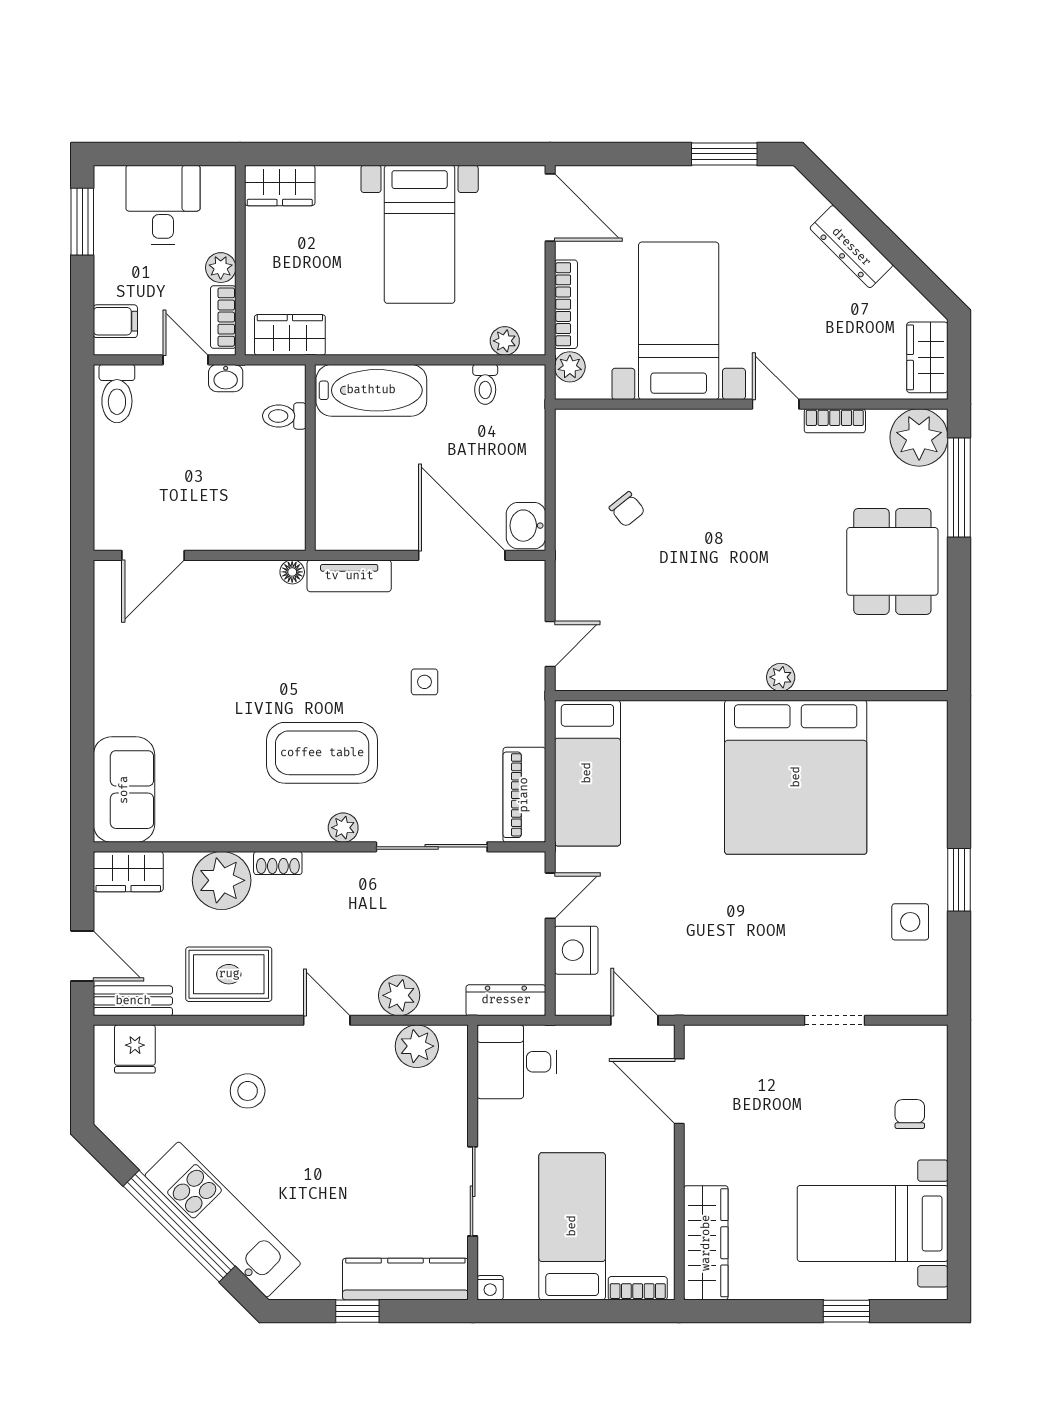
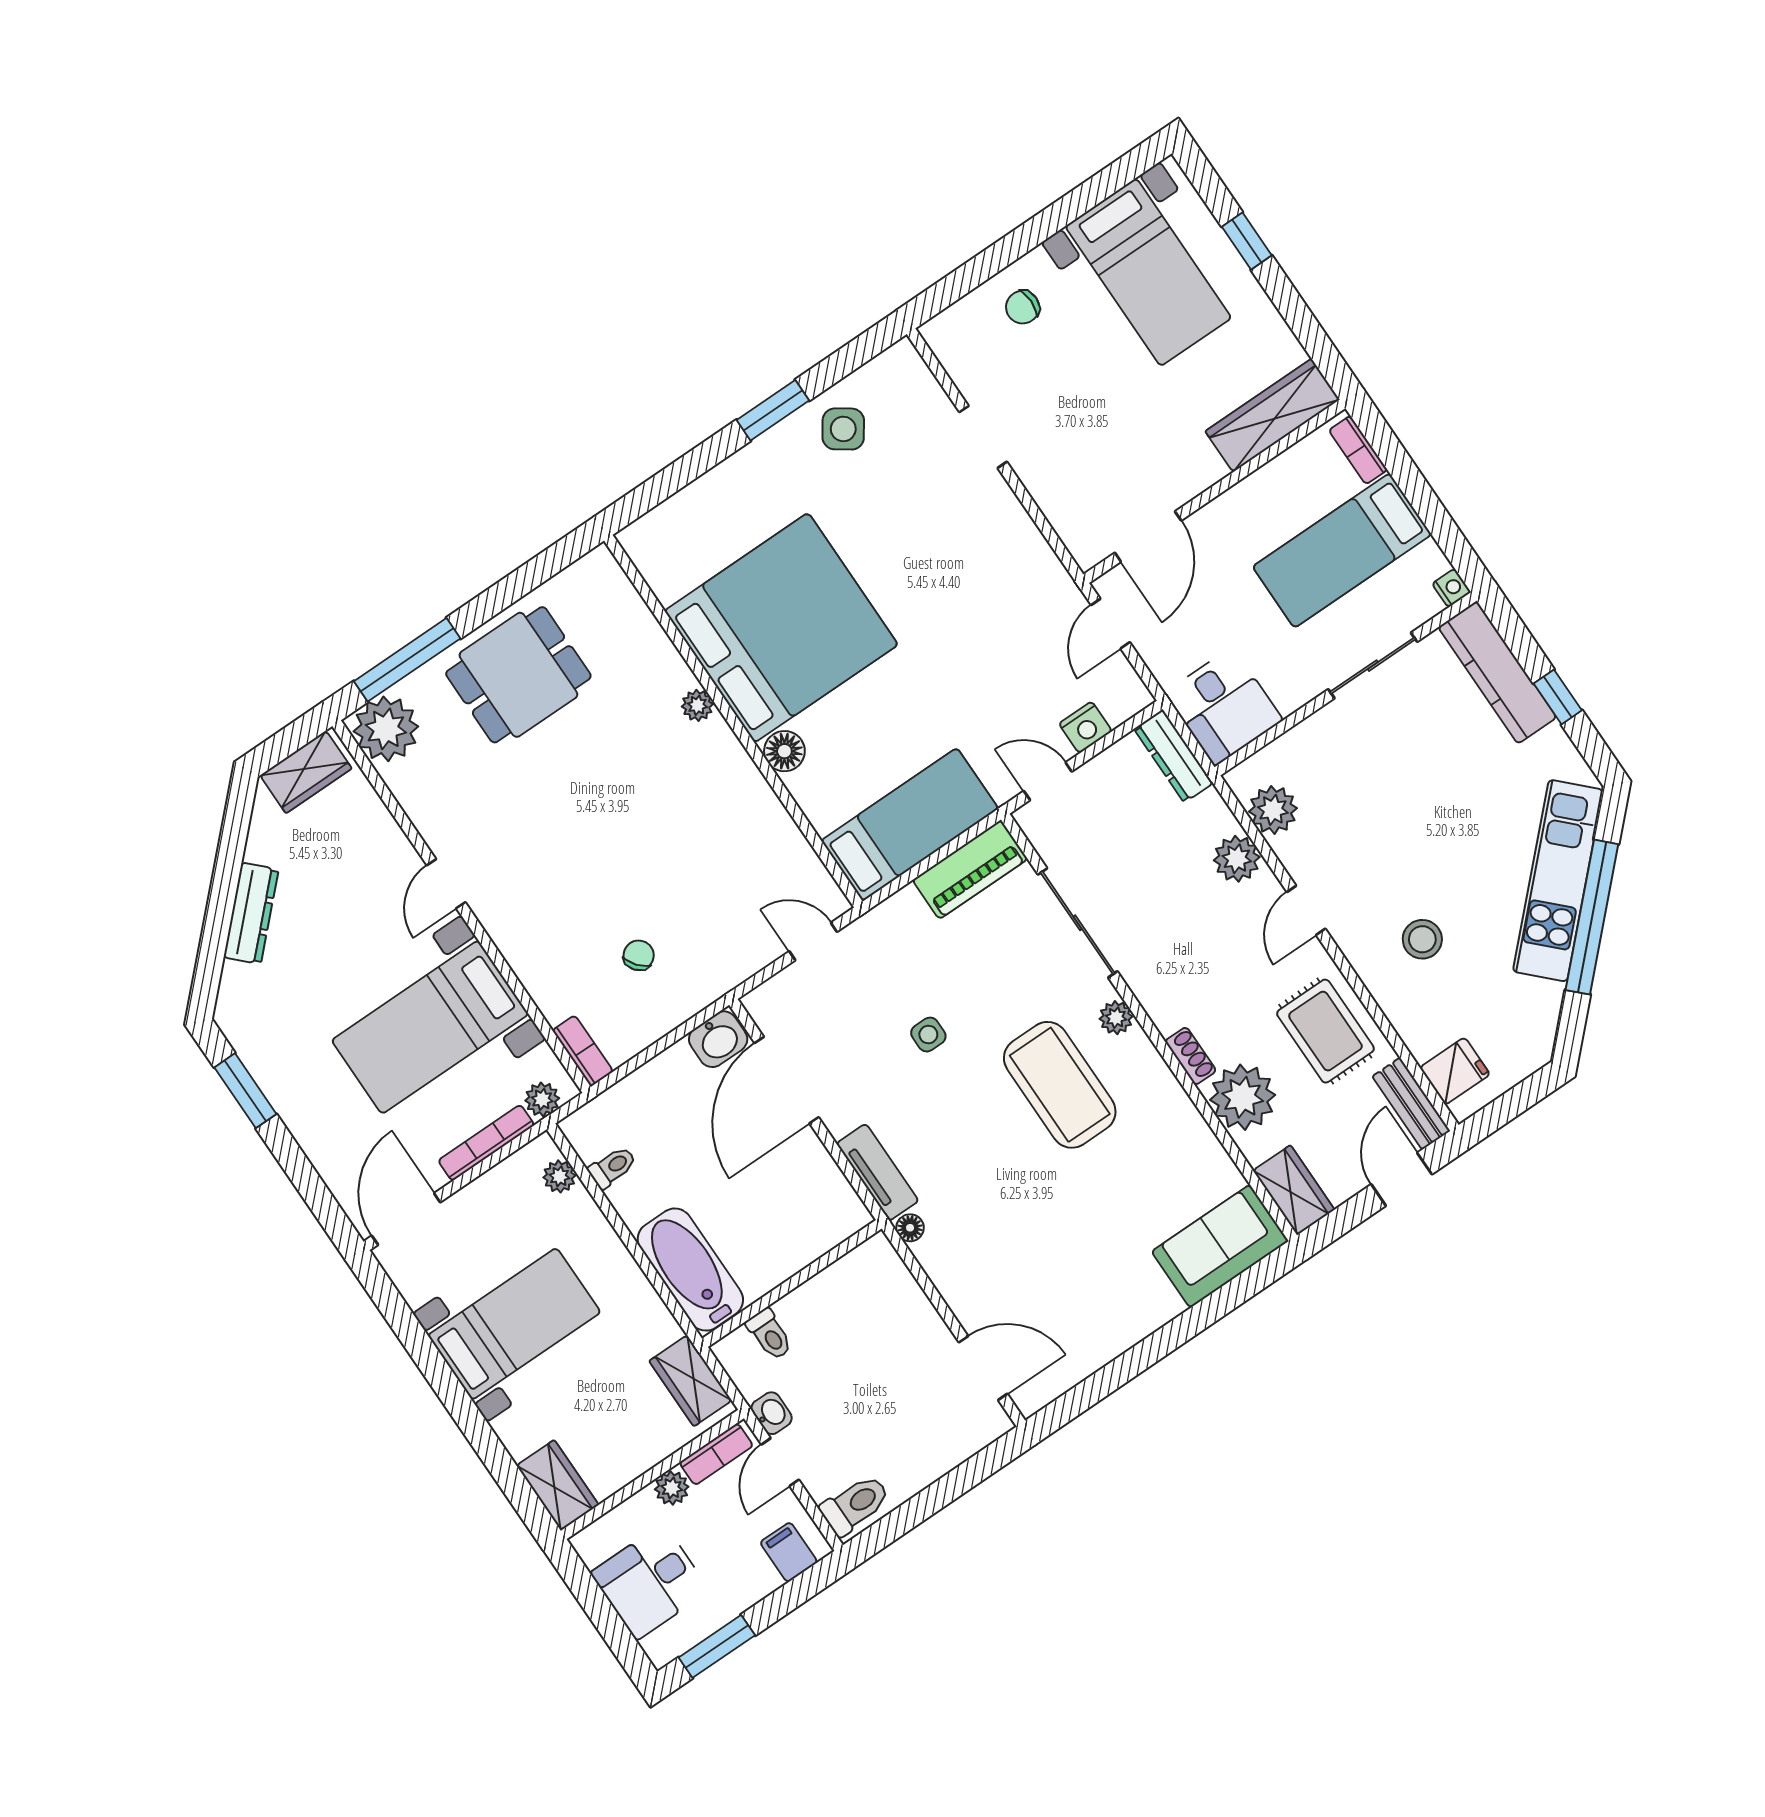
bookcase: (835, 421) -> (583, 1051), moved
floor lamp: (704, 718) -> (784, 751), added
side table: (910, 922) -> (843, 429), turned 35
nightstand: (576, 950) -> (1085, 727), width x0.74, depth x0.75

